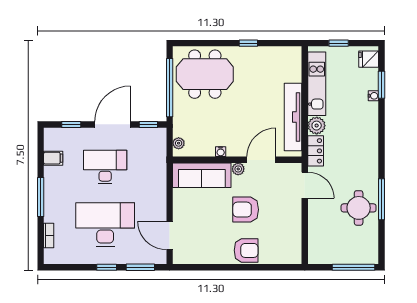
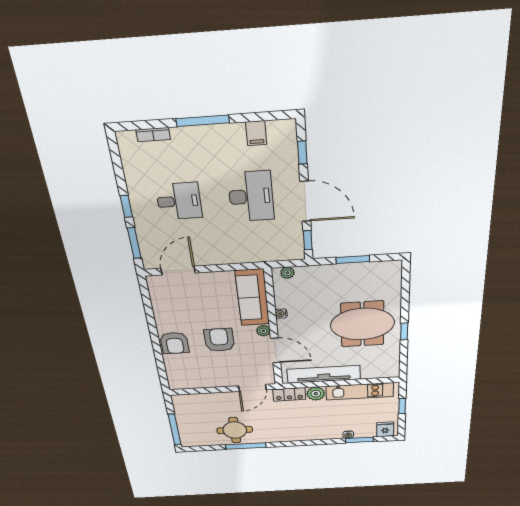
meeting table: (205, 74) -> (362, 324), moved, turned 90
window: (170, 88) -> (353, 260), width x0.47
desk: (105, 225) -> (179, 201), width x0.53, depth x0.77

